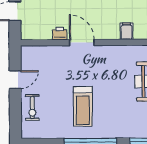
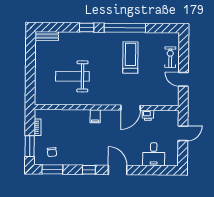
door: (82, 43) -> (131, 108), hinge flipped
door: (15, 80) -> (183, 79), hinge flipped

